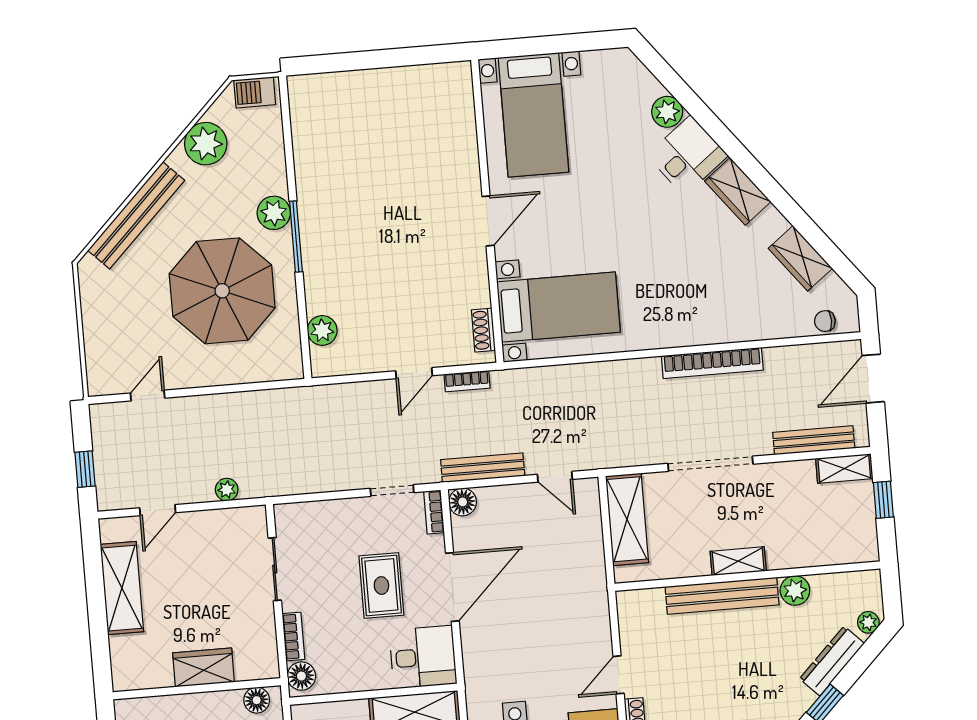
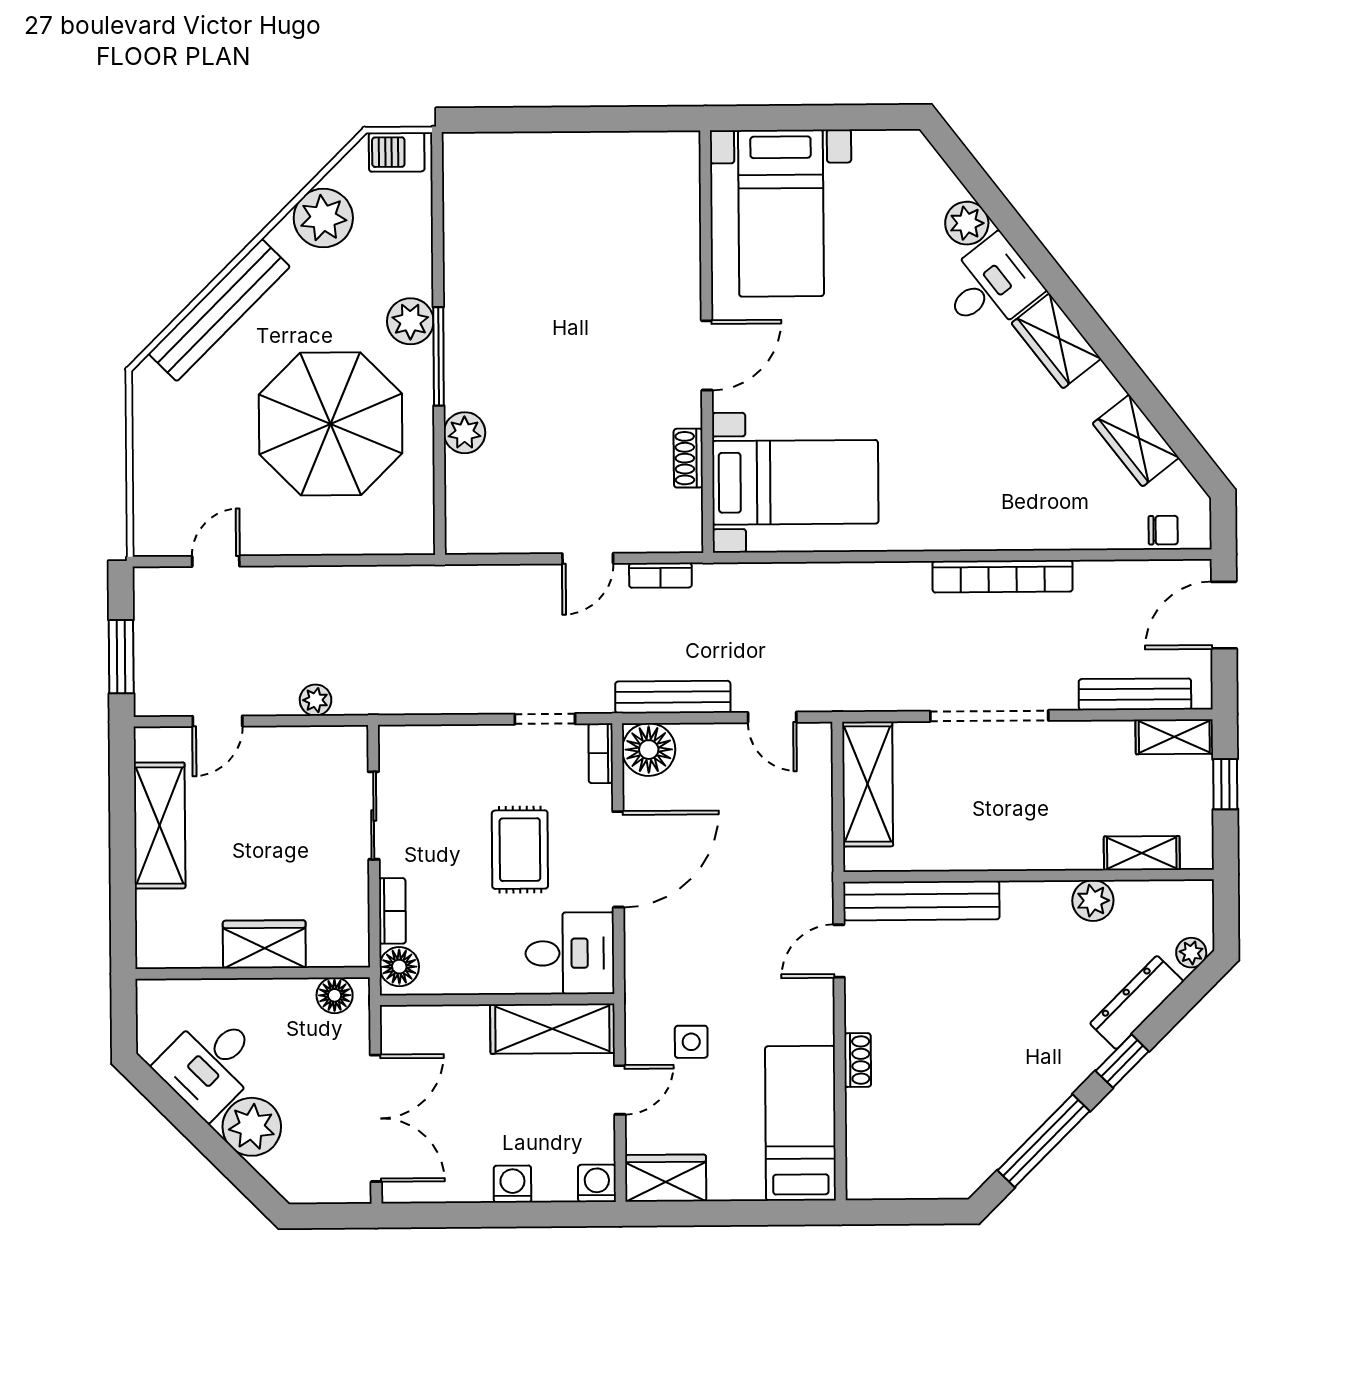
chair: (825, 321) -> (1163, 530), turned 180
plant: (322, 330) -> (465, 433), moved
shoe rack: (483, 330) -> (688, 458), moved
window: (85, 469) -> (121, 657), width x1.50
floor lamp: (463, 502) -> (649, 750), width x1.38, depth x1.38
shelving: (738, 561) -> (1142, 853), moved
bench: (722, 596) -> (921, 901), moved
door: (619, 675) -> (839, 951), moved

